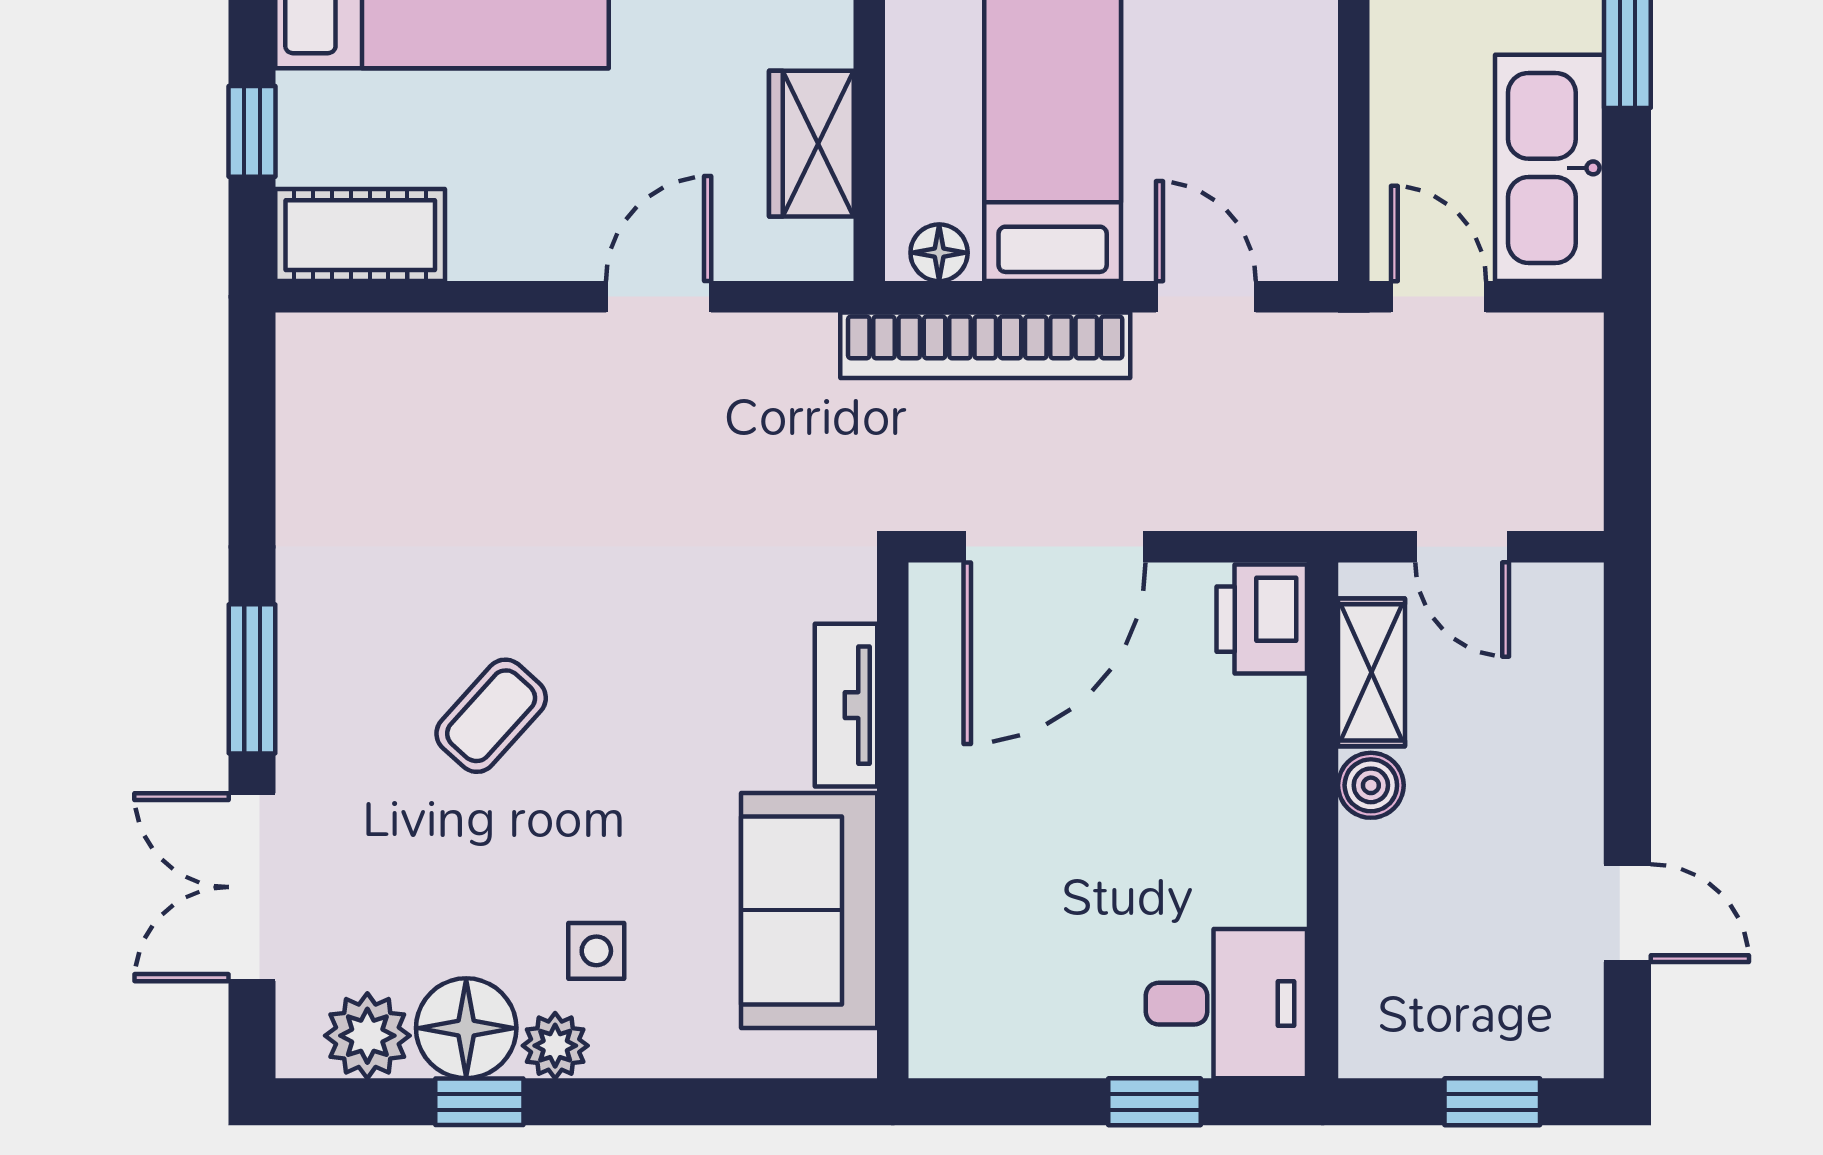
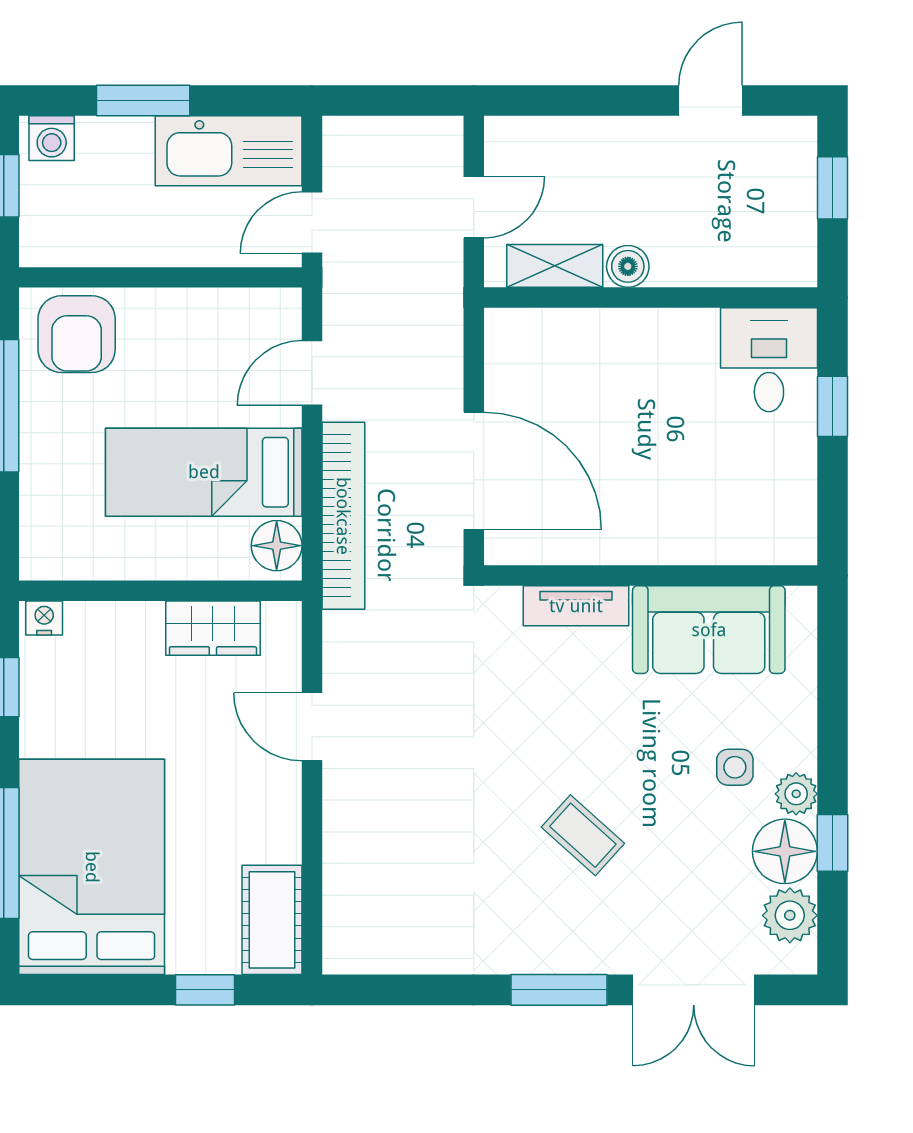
floor lamp: (939, 253) -> (277, 546), width x1.37, depth x1.37
printer: (1262, 619) -> (520, 337), removed

